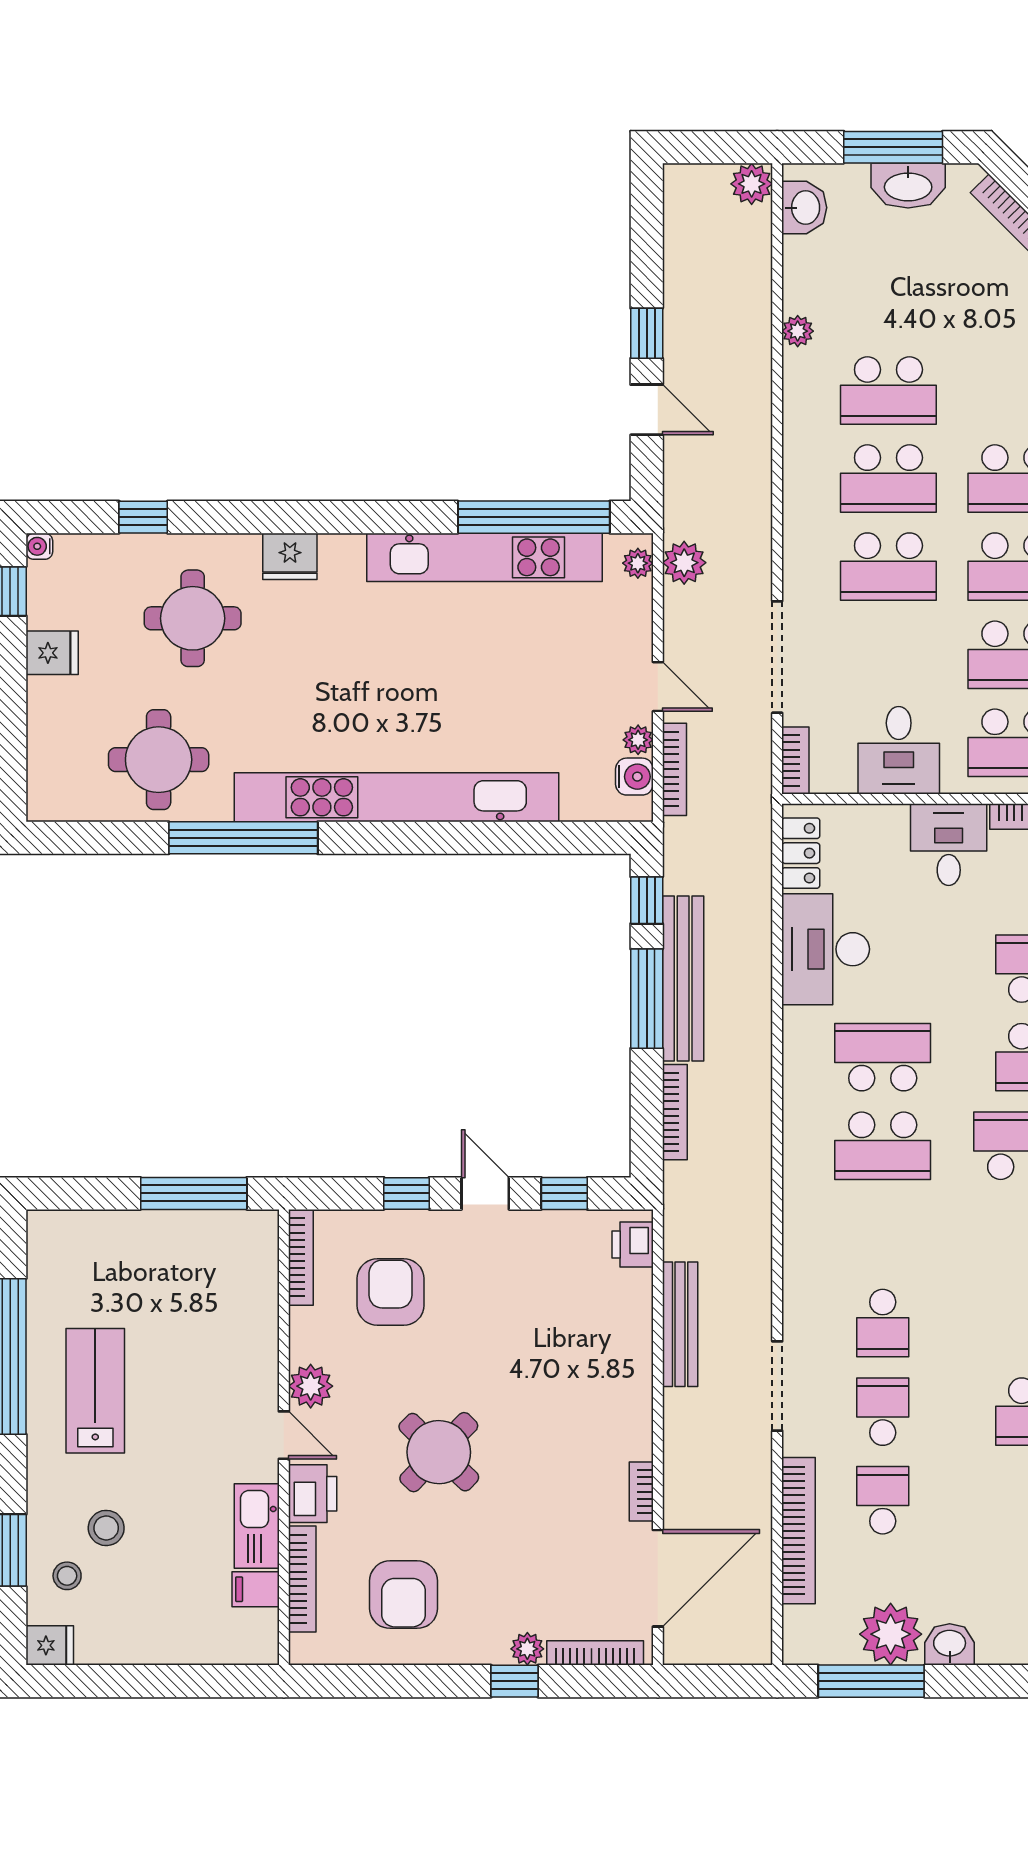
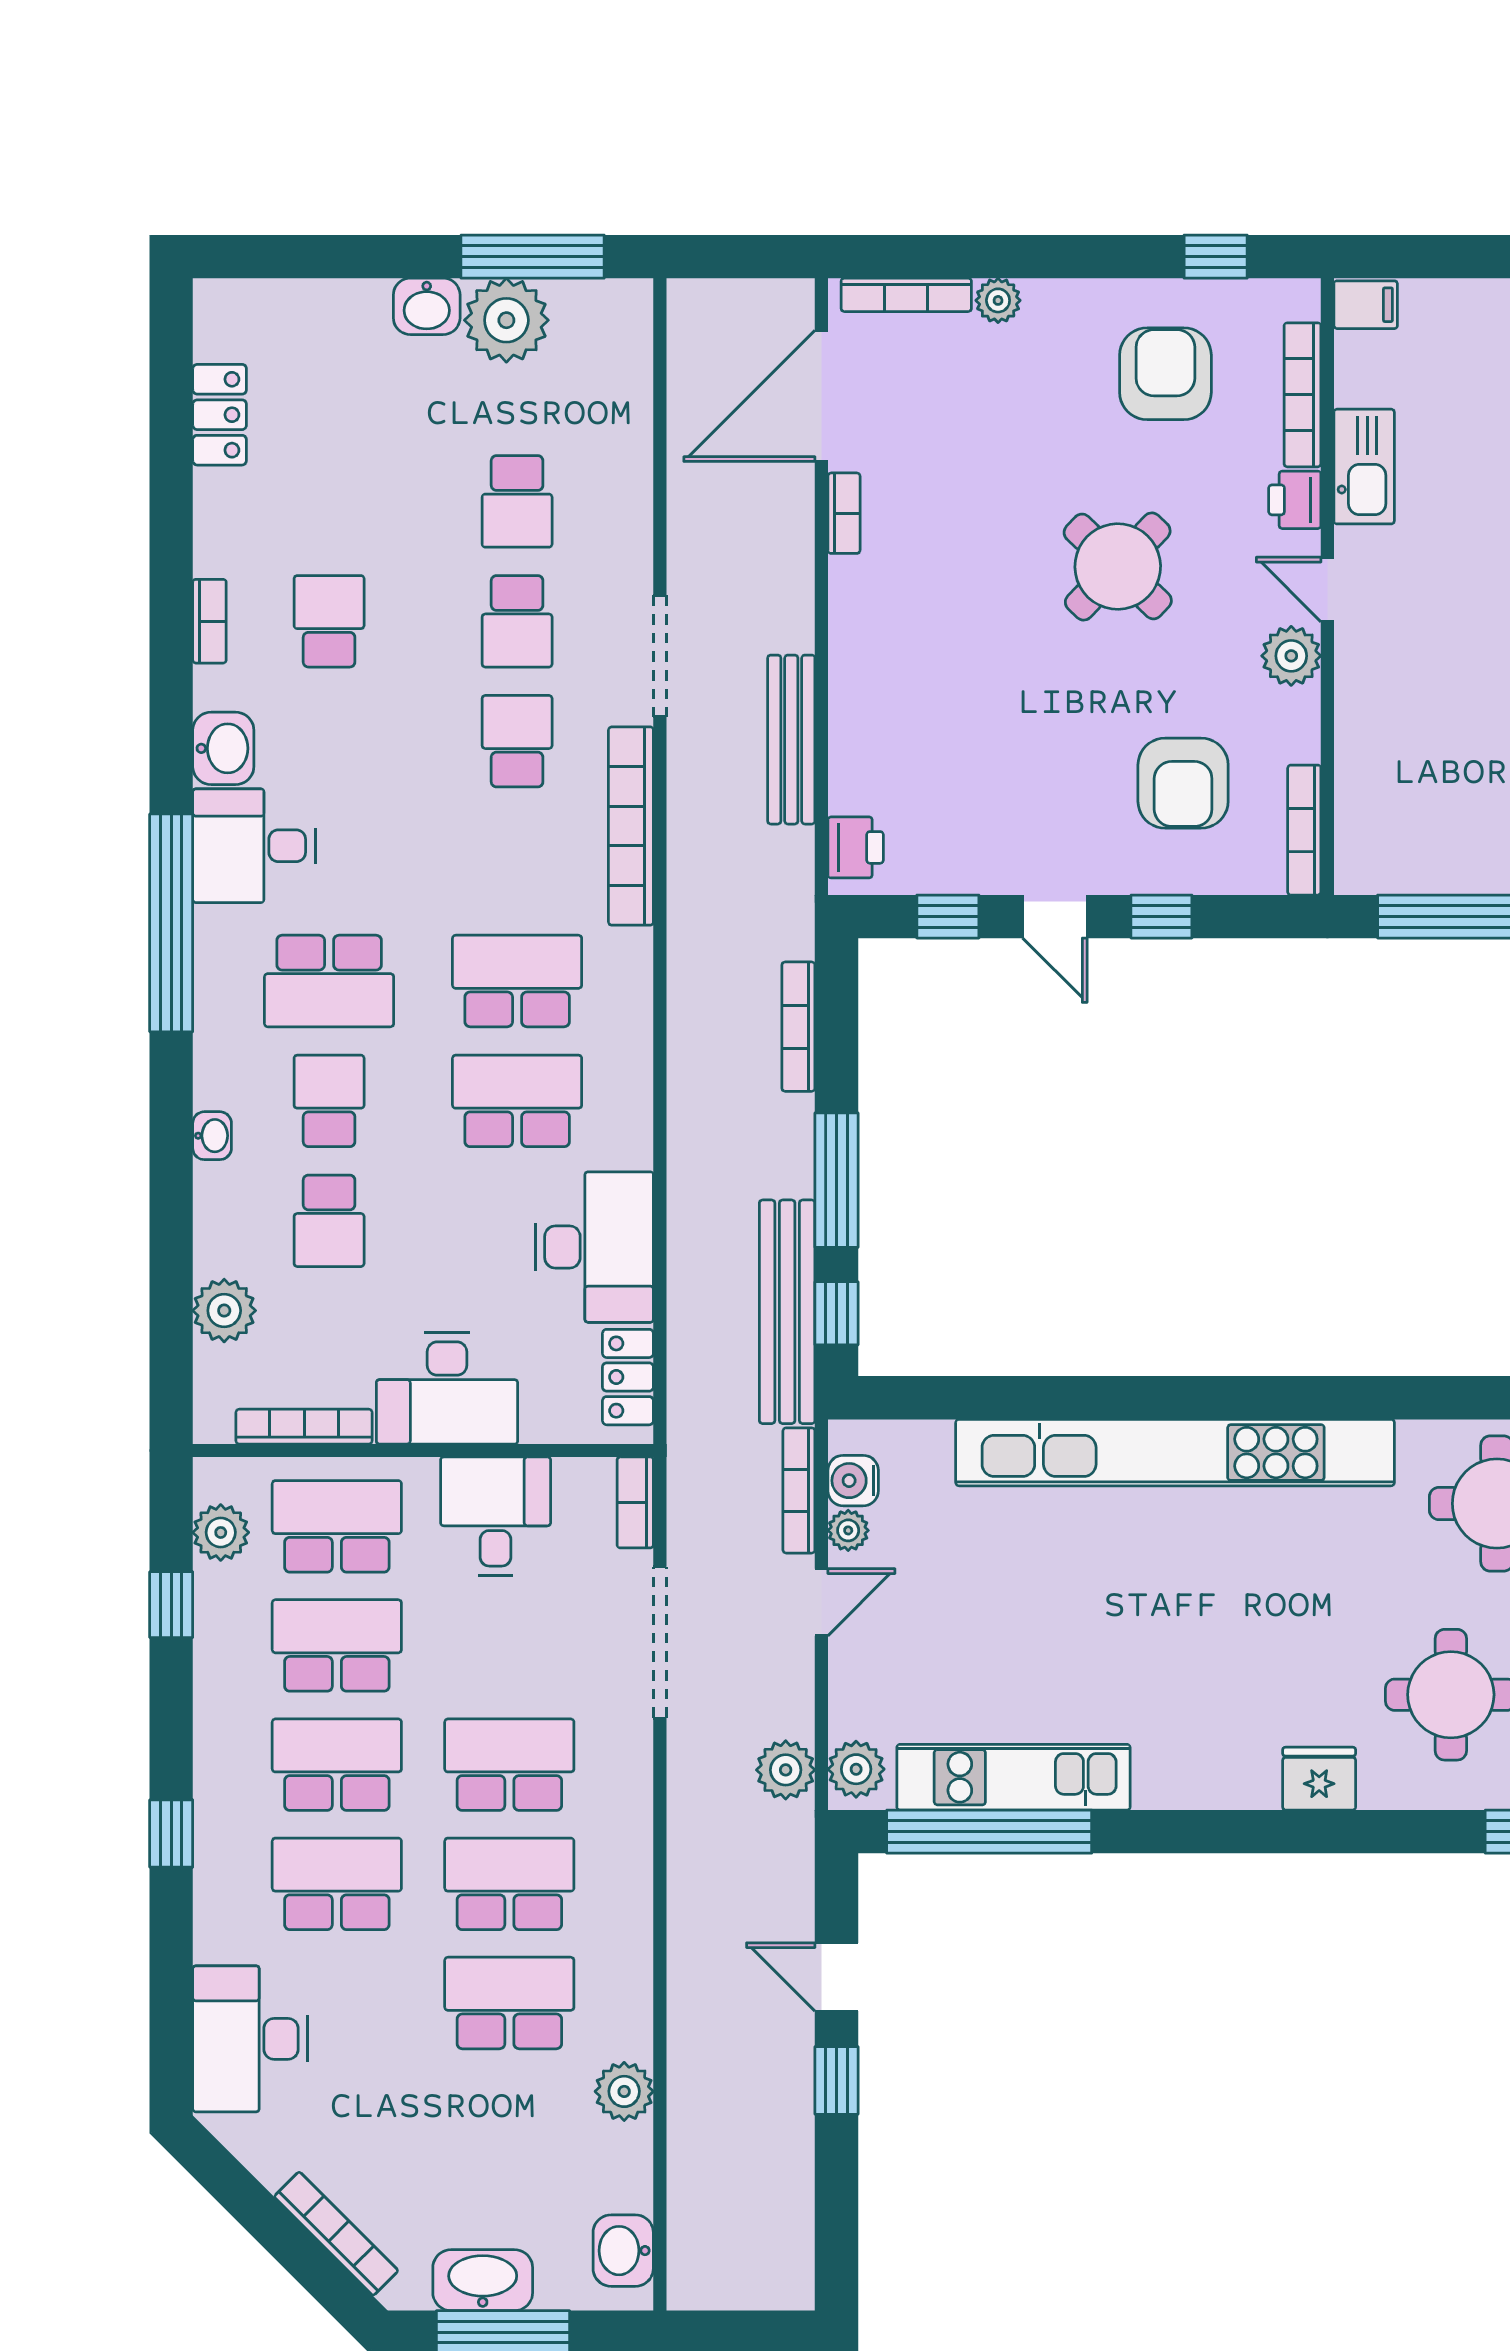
plant: (752, 184) -> (695, 2283), removed
plant: (798, 331) -> (624, 2091), width x1.38, depth x1.38
kitchen unit: (485, 557) -> (1013, 1777), width x0.73
plant: (638, 563) -> (856, 1769), width x1.38, depth x1.38
door: (658, 687) -> (821, 1602), swing flipped
window: (243, 838) -> (1382, 1398), removed
desk: (949, 845) -> (447, 1389), width x1.37
bench: (683, 978) -> (787, 1312), moved
school desk: (883, 1057) -> (517, 1101), turned 180
printer: (313, 1494) -> (1295, 500), width x0.73, depth x0.81
bookcase: (799, 1531) -> (631, 826), moved
filing cabinet: (256, 1589) -> (1366, 305), moved
window: (514, 1681) -> (1216, 257), moved

